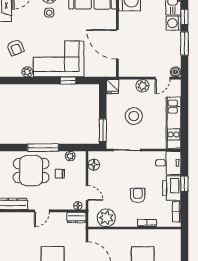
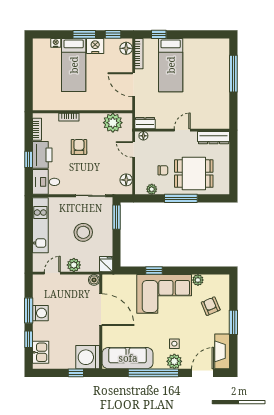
washing machine: (174, 23) -> (40, 313), moved
boiler: (176, 72) -> (94, 280), moved
armchair: (138, 195) -> (79, 147), turned 180

